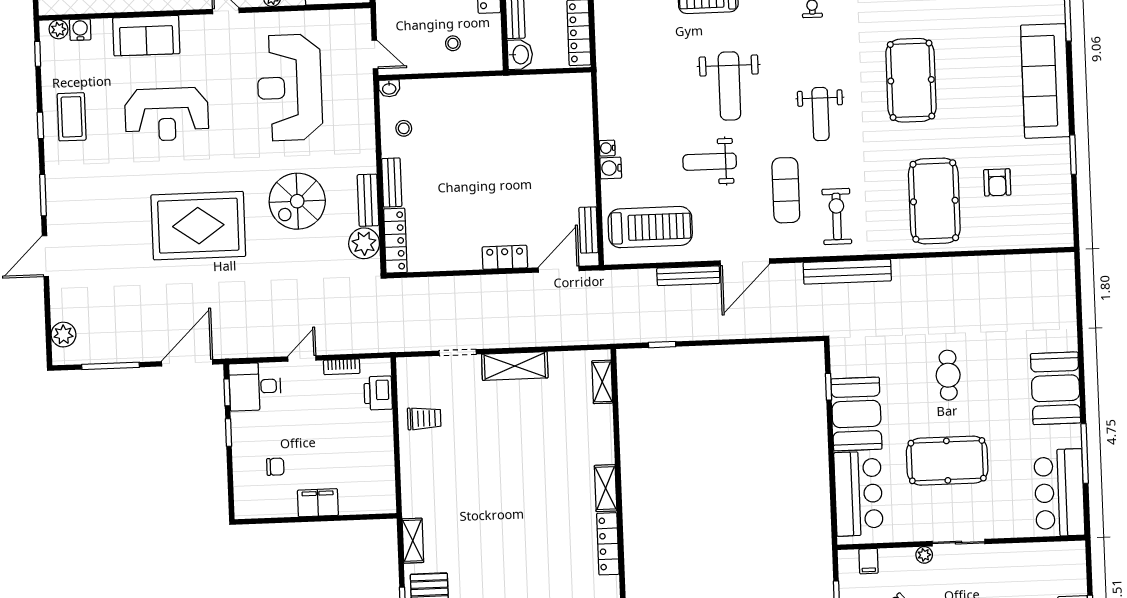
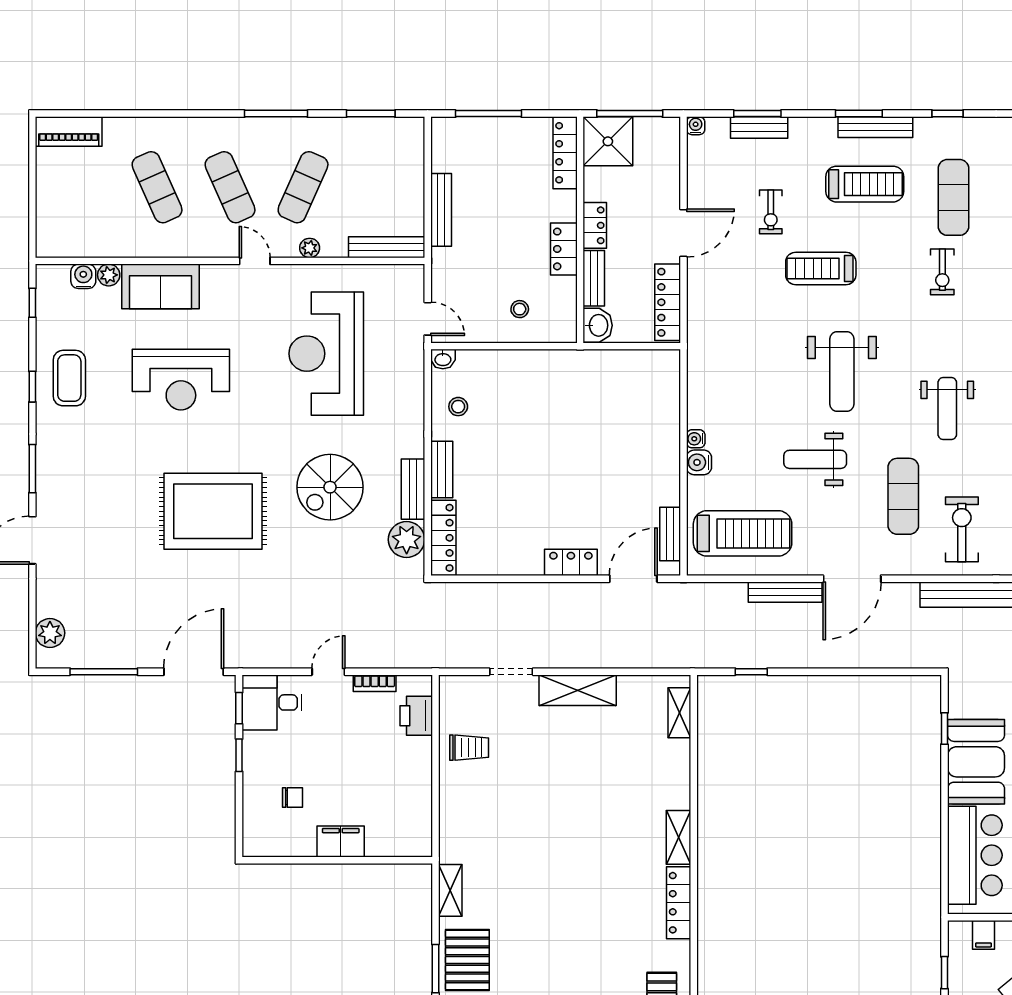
plant: (58, 29) -> (109, 275), moved

